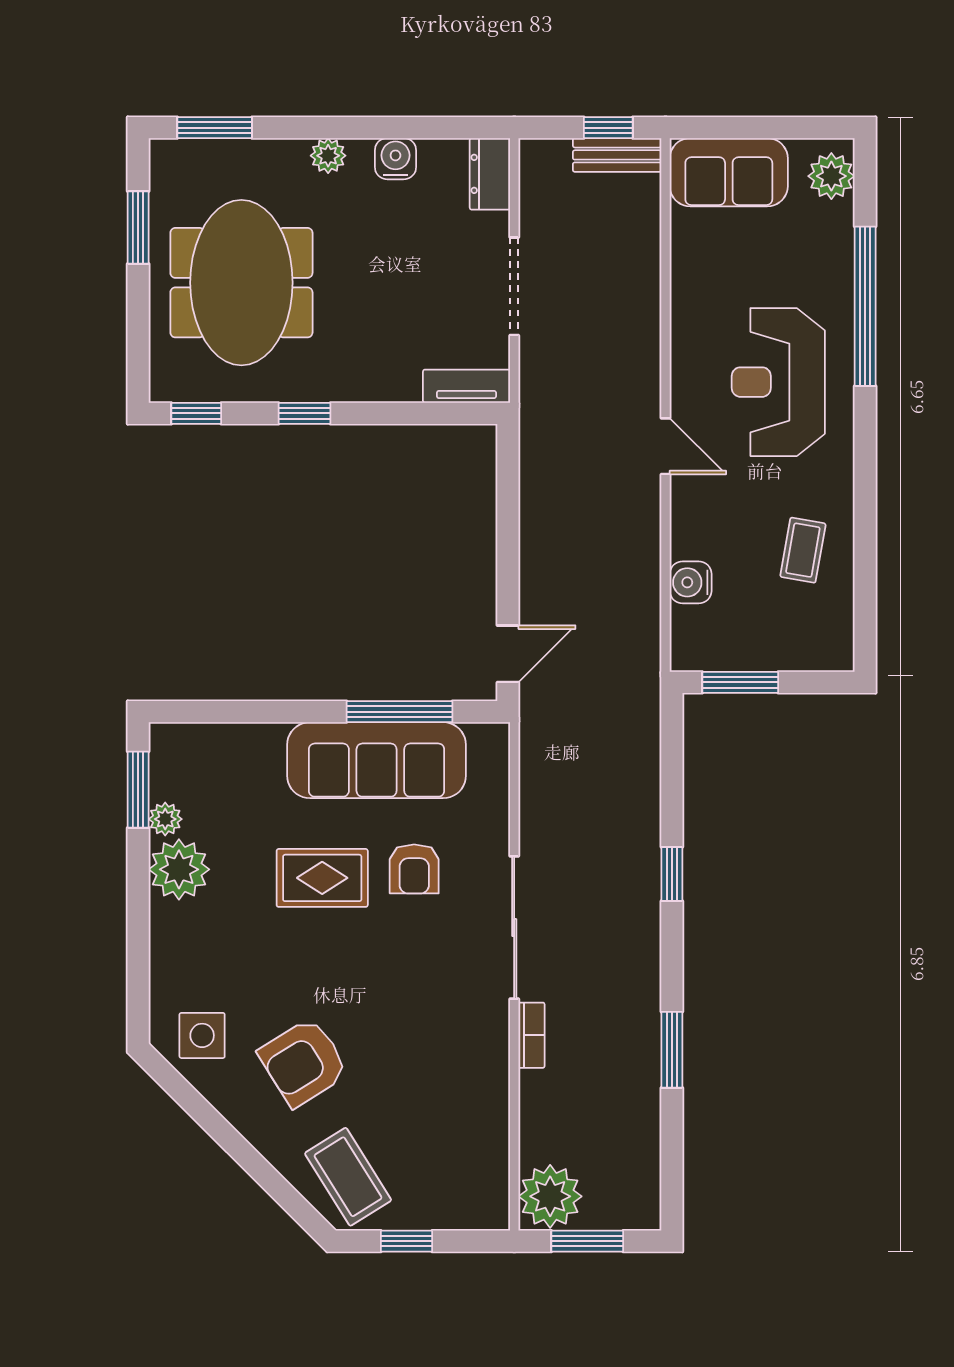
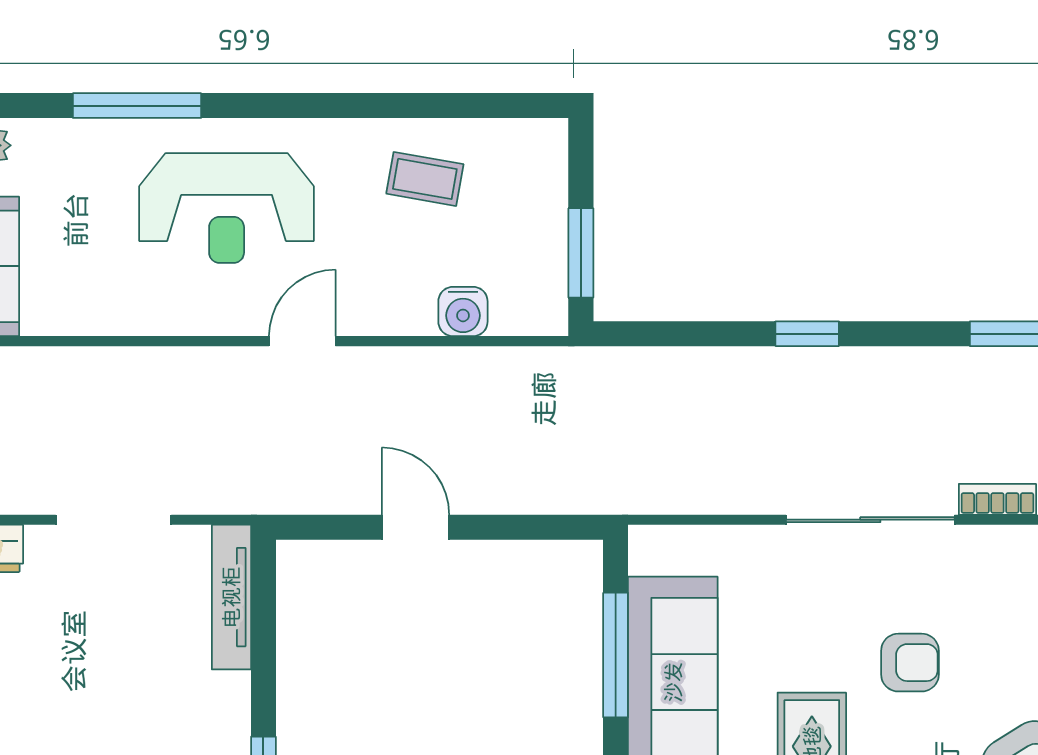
window: (865, 306) -> (137, 106), width x0.68
tv unit: (466, 386) -> (231, 597), width x1.41
door: (508, 654) -> (416, 527), moved
armchair: (414, 869) -> (910, 663), moved

